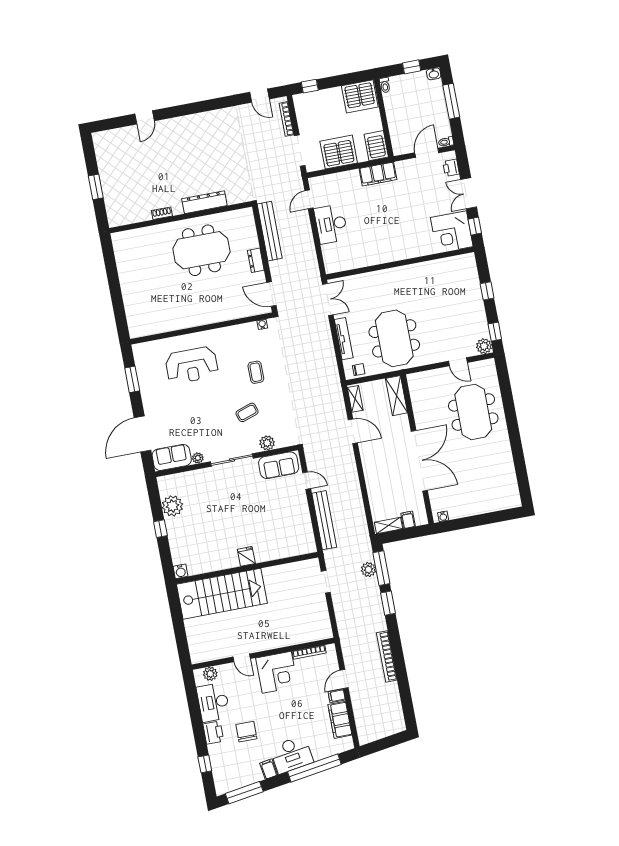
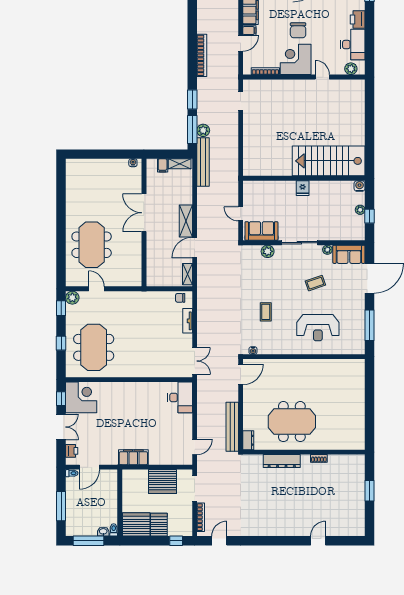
window: (412, 67) -> (89, 541), width x2.17
washbasin: (434, 74) -> (103, 532), moved
door: (260, 96) -> (219, 541), hinge flipped
server rack: (376, 146) -> (159, 525), moved, turned 180
desk: (331, 224) -> (180, 397), moved
dresser: (256, 260) -> (248, 440), moved
door: (271, 294) -> (241, 374), hinge flipped
double door: (328, 299) -> (195, 361), swing flipped
meeting table: (394, 338) -> (94, 347), moved
tv unit: (344, 339) -> (188, 321), width x0.71
reception desk: (192, 365) -> (318, 328), turned 180
window: (132, 379) -> (370, 325), width x1.44
shelving: (396, 396) -> (186, 221), moved
coffee table: (247, 412) -> (315, 283), moved
door: (353, 431) -> (195, 248), hinge flipped
double door: (419, 461) -> (144, 213), width x0.73
plant: (172, 506) -> (360, 210), width x0.53, depth x0.53
bench: (324, 520) -> (203, 162), moved
window: (160, 529) -> (370, 216), moved
fridge: (246, 556) -> (303, 188), moved
wall: (247, 568) -> (304, 178), moved
water cooler: (181, 571) -> (360, 186), moved
doorway: (326, 582) -> (241, 101), moved
stairs: (222, 594) -> (329, 161), moved
chair: (246, 732) -> (298, 30), moved

